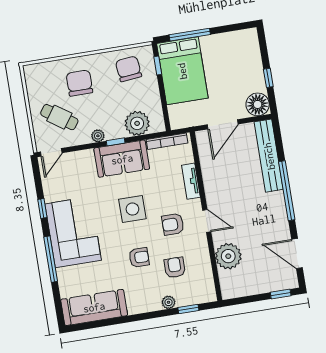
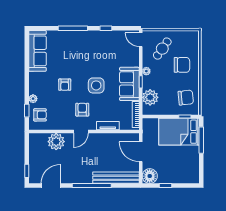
corner sofa: (73, 232) -> (88, 45), removed
armchair: (175, 267) -> (40, 115), moved

